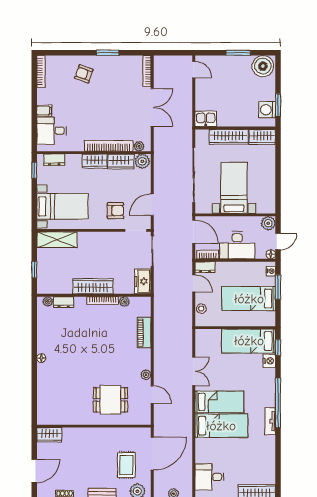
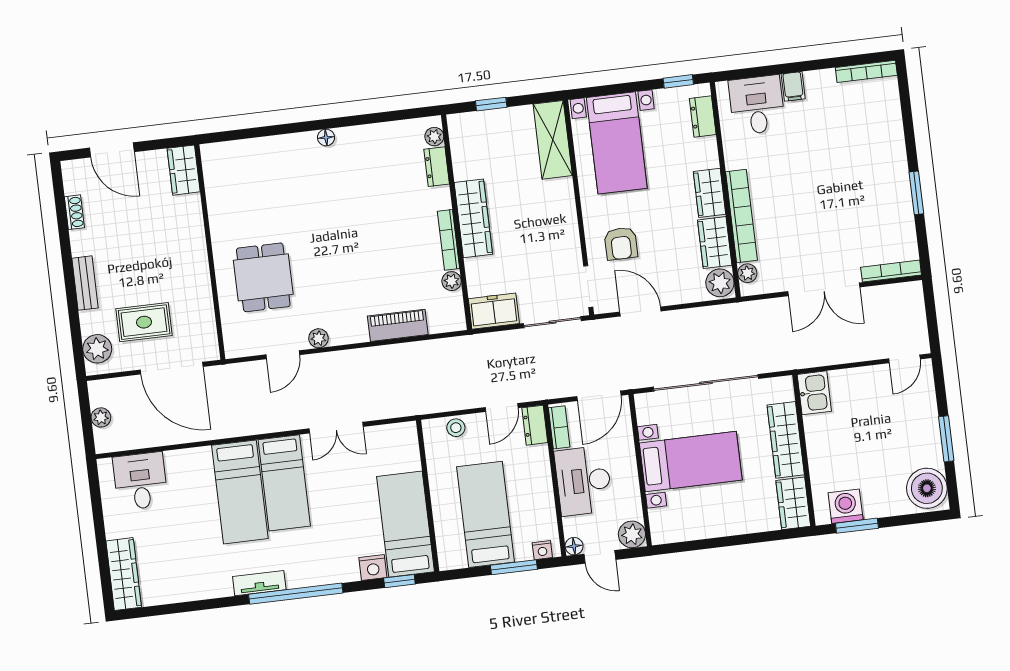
armchair: (84, 74) -> (871, 153), removed

